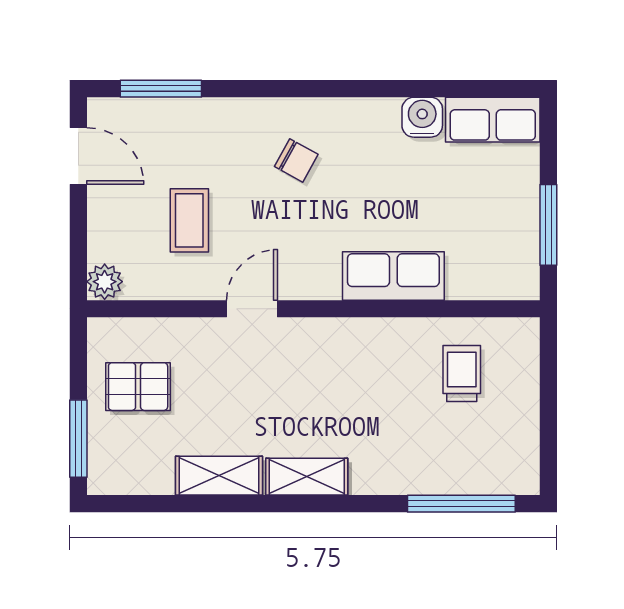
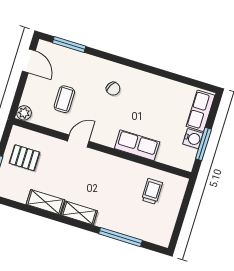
water cooler: (422, 117) -> (193, 139), moved, turned 90
row of seats: (493, 120) -> (200, 111), moved, turned 90
window: (461, 504) -> (120, 237), moved

